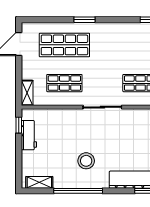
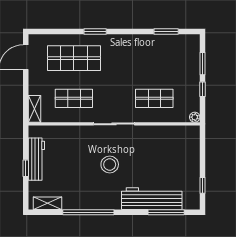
window: (19, 125) -> (26, 168), moved
workbench: (29, 135) -> (36, 159), width x1.37
stool: (86, 161) -> (110, 164), moved

